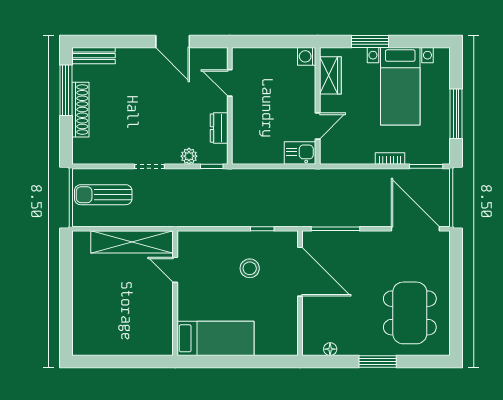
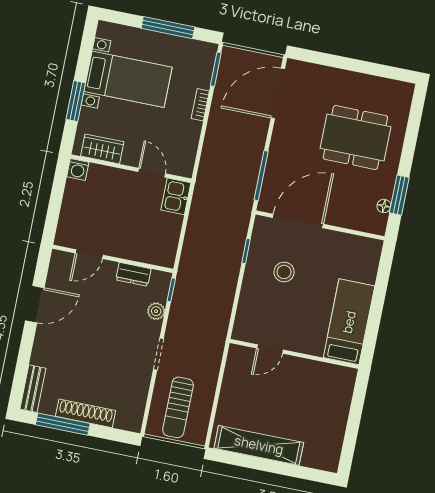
shelving: (132, 242) -> (259, 445), moved, turned 90
dining table: (410, 313) -> (355, 137), moved
window: (378, 361) -> (399, 195), moved

